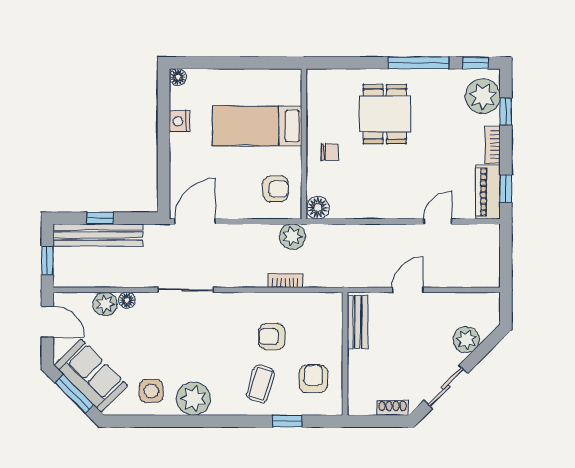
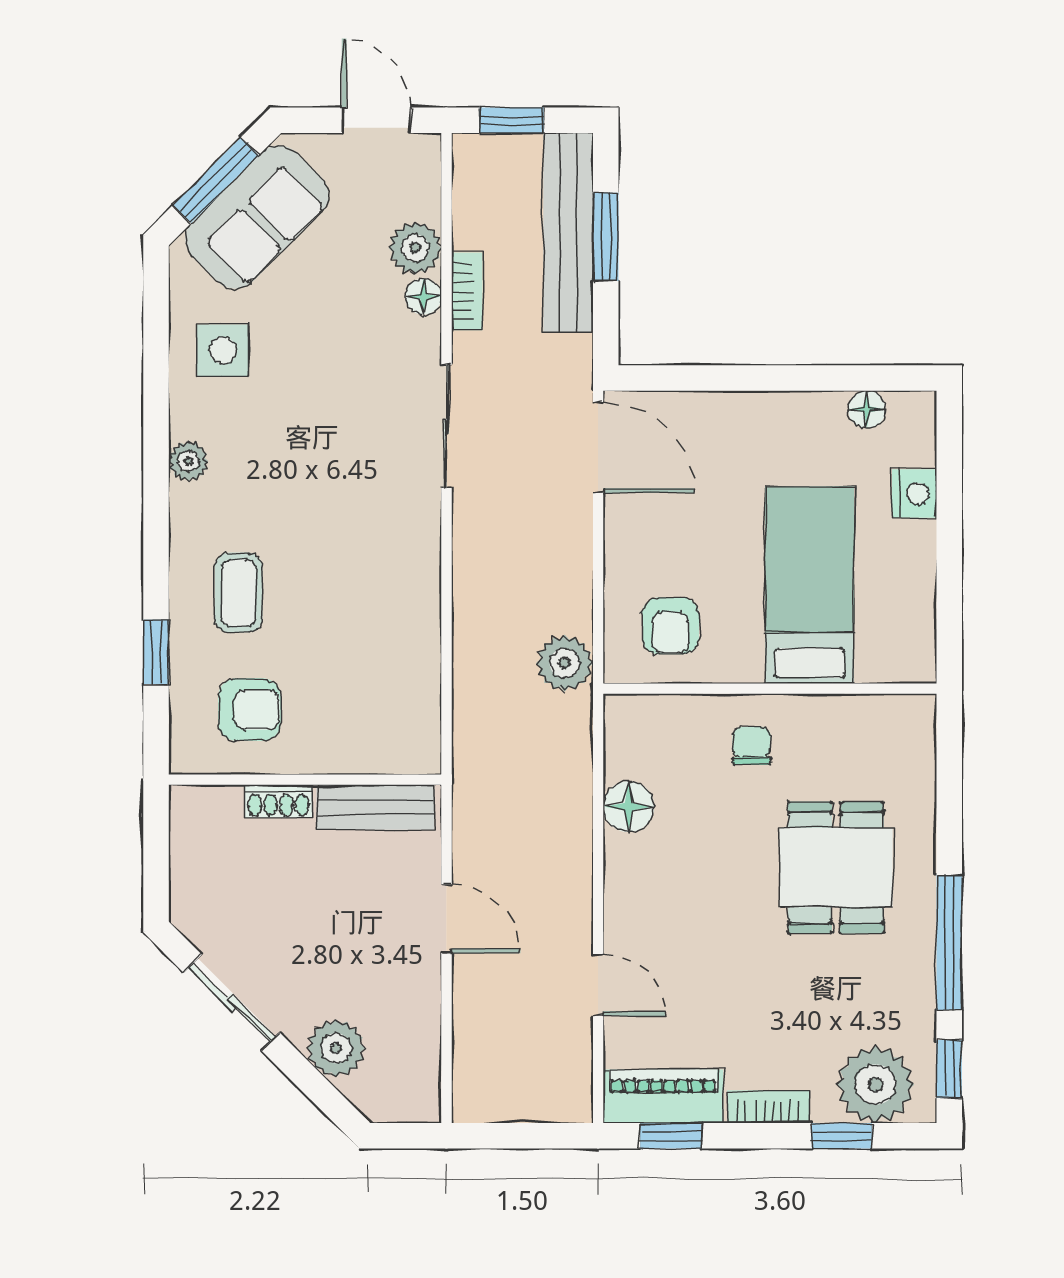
floor lamp: (178, 77) -> (867, 409), moved
dining table: (385, 114) -> (836, 868), turned 90
nightstand: (179, 121) -> (914, 494), moved, turned 90
chair: (330, 152) -> (752, 746), turned 180
floor lamp: (318, 208) -> (629, 807), moved
window: (100, 218) -> (606, 237), width x1.50
bookcase: (286, 281) -> (467, 291), moved
door: (47, 322) -> (376, 120), swing flipped
armchair: (272, 336) -> (343, 617), removed
coffee table: (261, 384) -> (239, 592), turned 74
plant: (193, 399) -> (188, 461), width x0.53, depth x0.53
shoe rack: (392, 408) -> (278, 801), moved, turned 90

